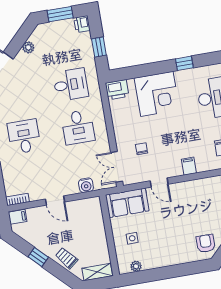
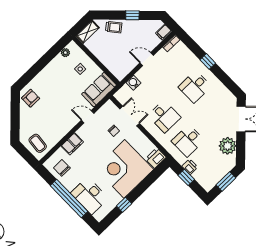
printer: (82, 24) -> (190, 167), moved
plant: (28, 47) -> (228, 146), width x1.88, depth x1.88
corner desk: (157, 94) -> (124, 169), width x1.36, depth x1.36
desk: (78, 127) -> (164, 116), turned 180
desk: (24, 137) -> (195, 87), turned 90
filing cabinet: (189, 166) -> (72, 144), width x2.00
double door: (117, 167) -> (130, 116), moved
armchair: (206, 243) -> (31, 98), turned -90

